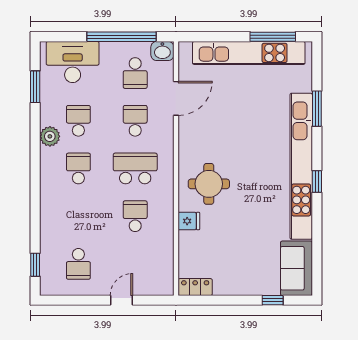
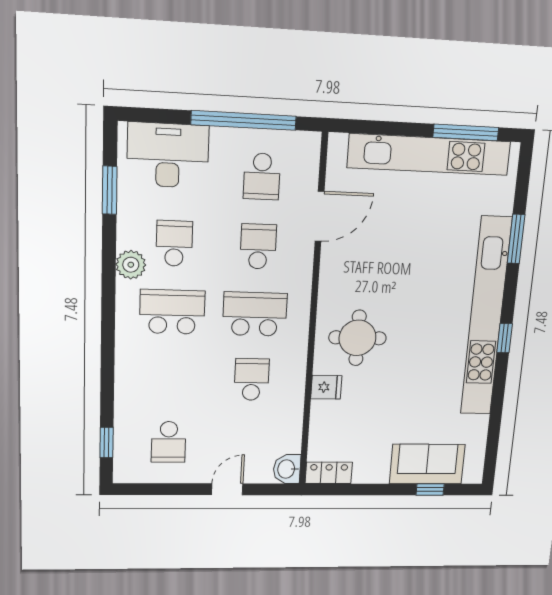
washbasin: (162, 51) -> (287, 469), moved, turned 90
school desk: (78, 168) -> (172, 312), width x1.85
sofa: (296, 268) -> (427, 464), moved, turned 90

